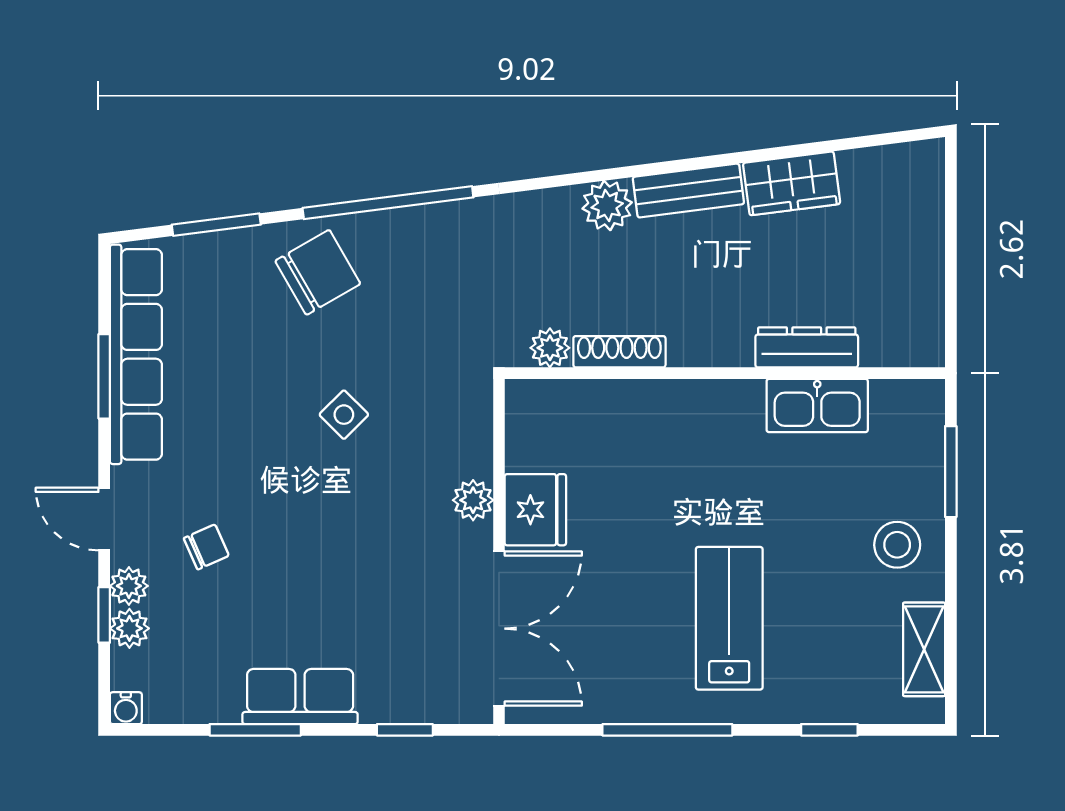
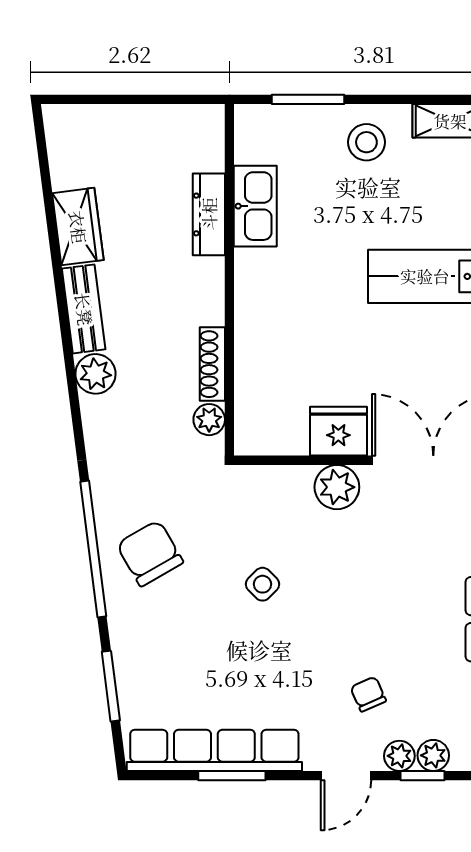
chair: (318, 272) -> (150, 553), moved
plant: (473, 500) -> (337, 487), width x1.38, depth x1.38

